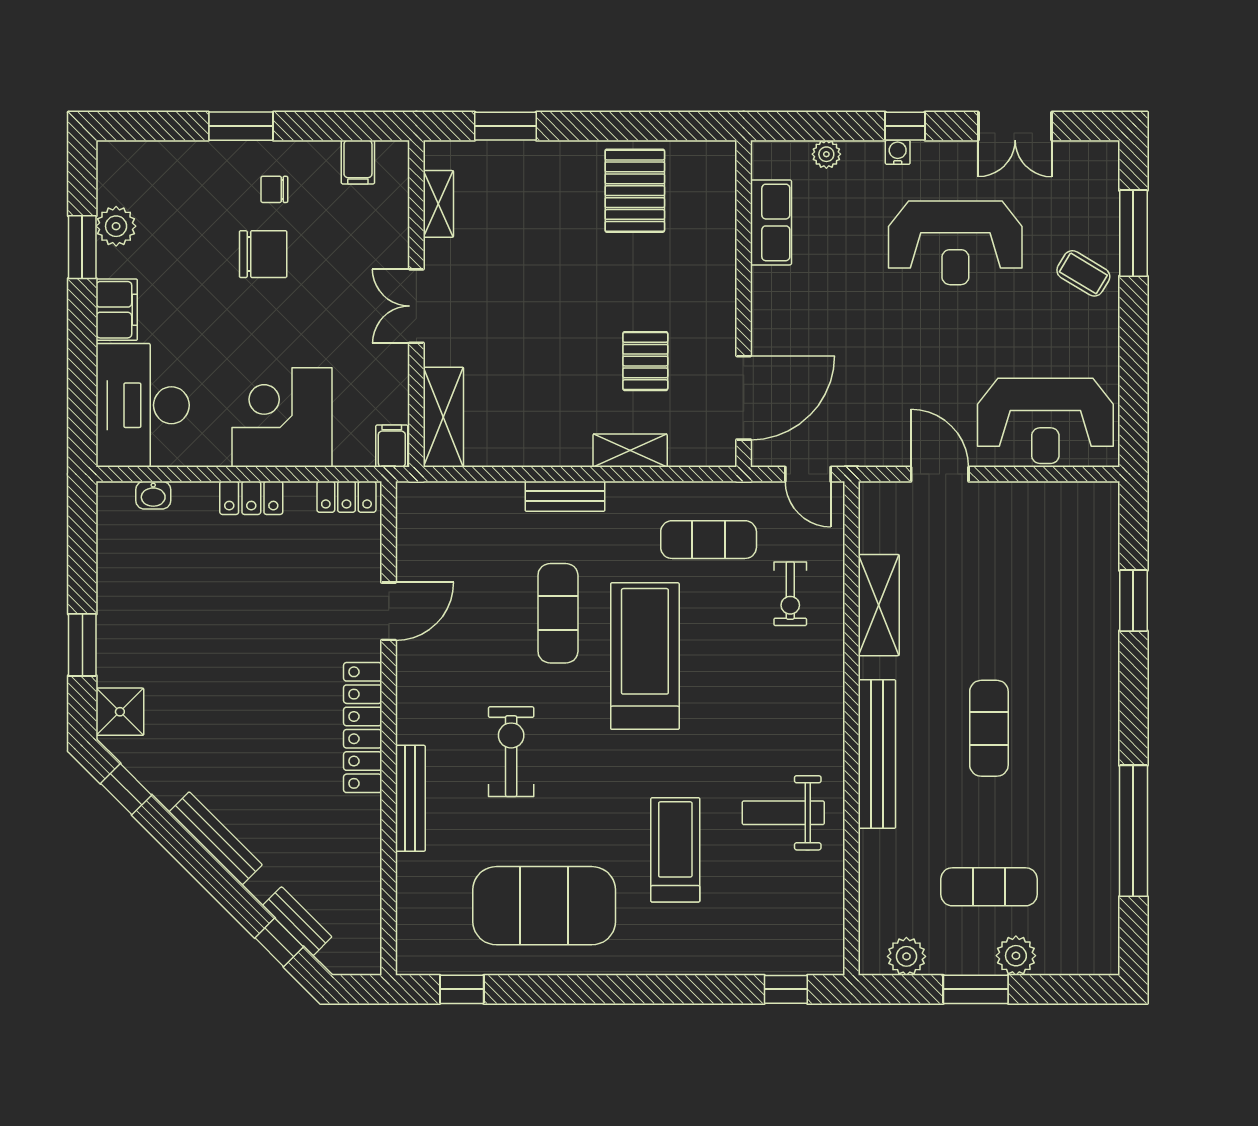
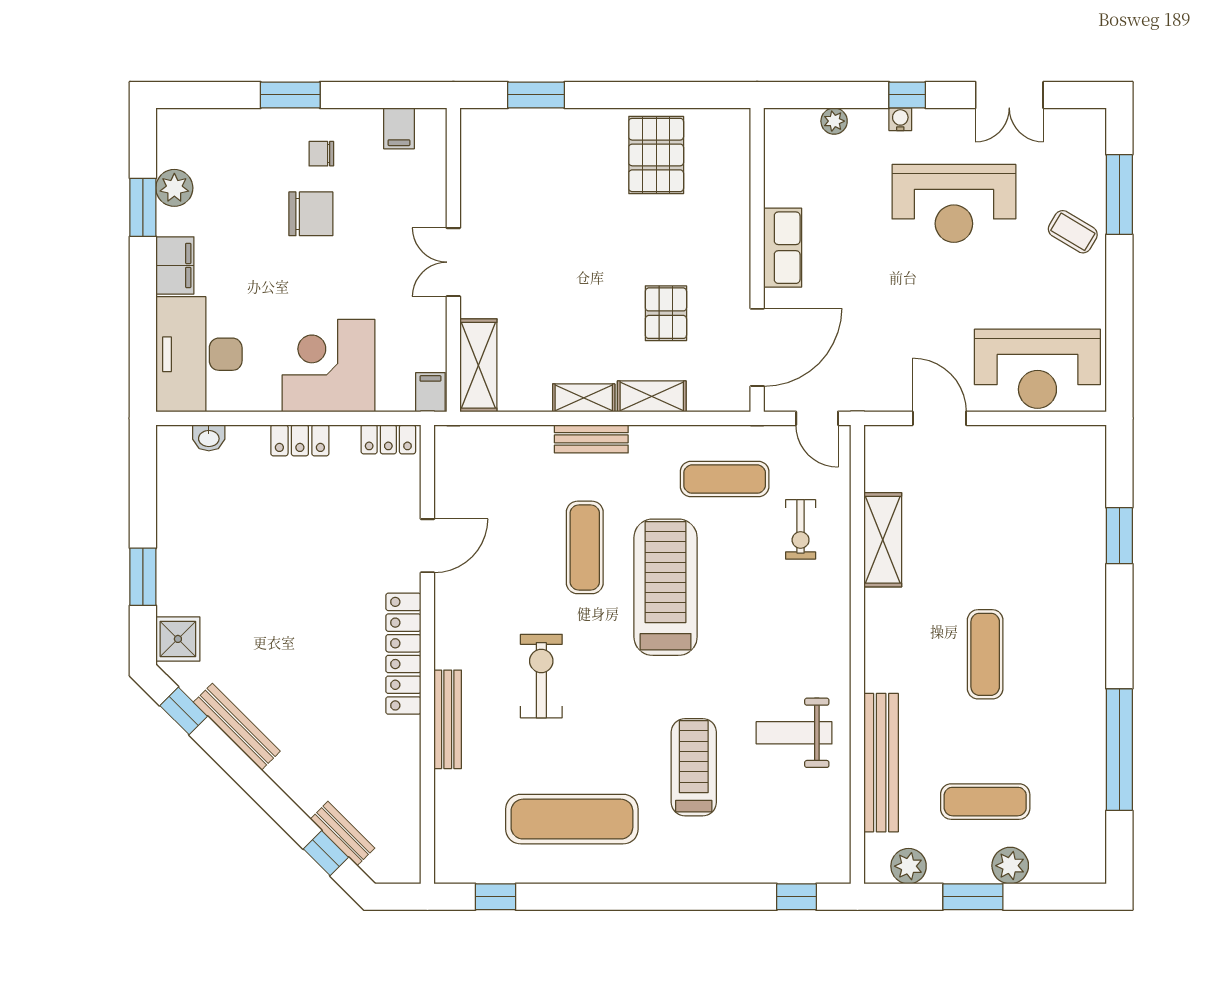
shelving: (438, 204) -> (584, 398), moved, turned 90
row of seats: (771, 222) -> (783, 248), moved
bench: (877, 754) -> (881, 763), moved
bench: (216, 838) -> (237, 727), moved
exercise mat: (544, 906) -> (572, 819), width x0.68

